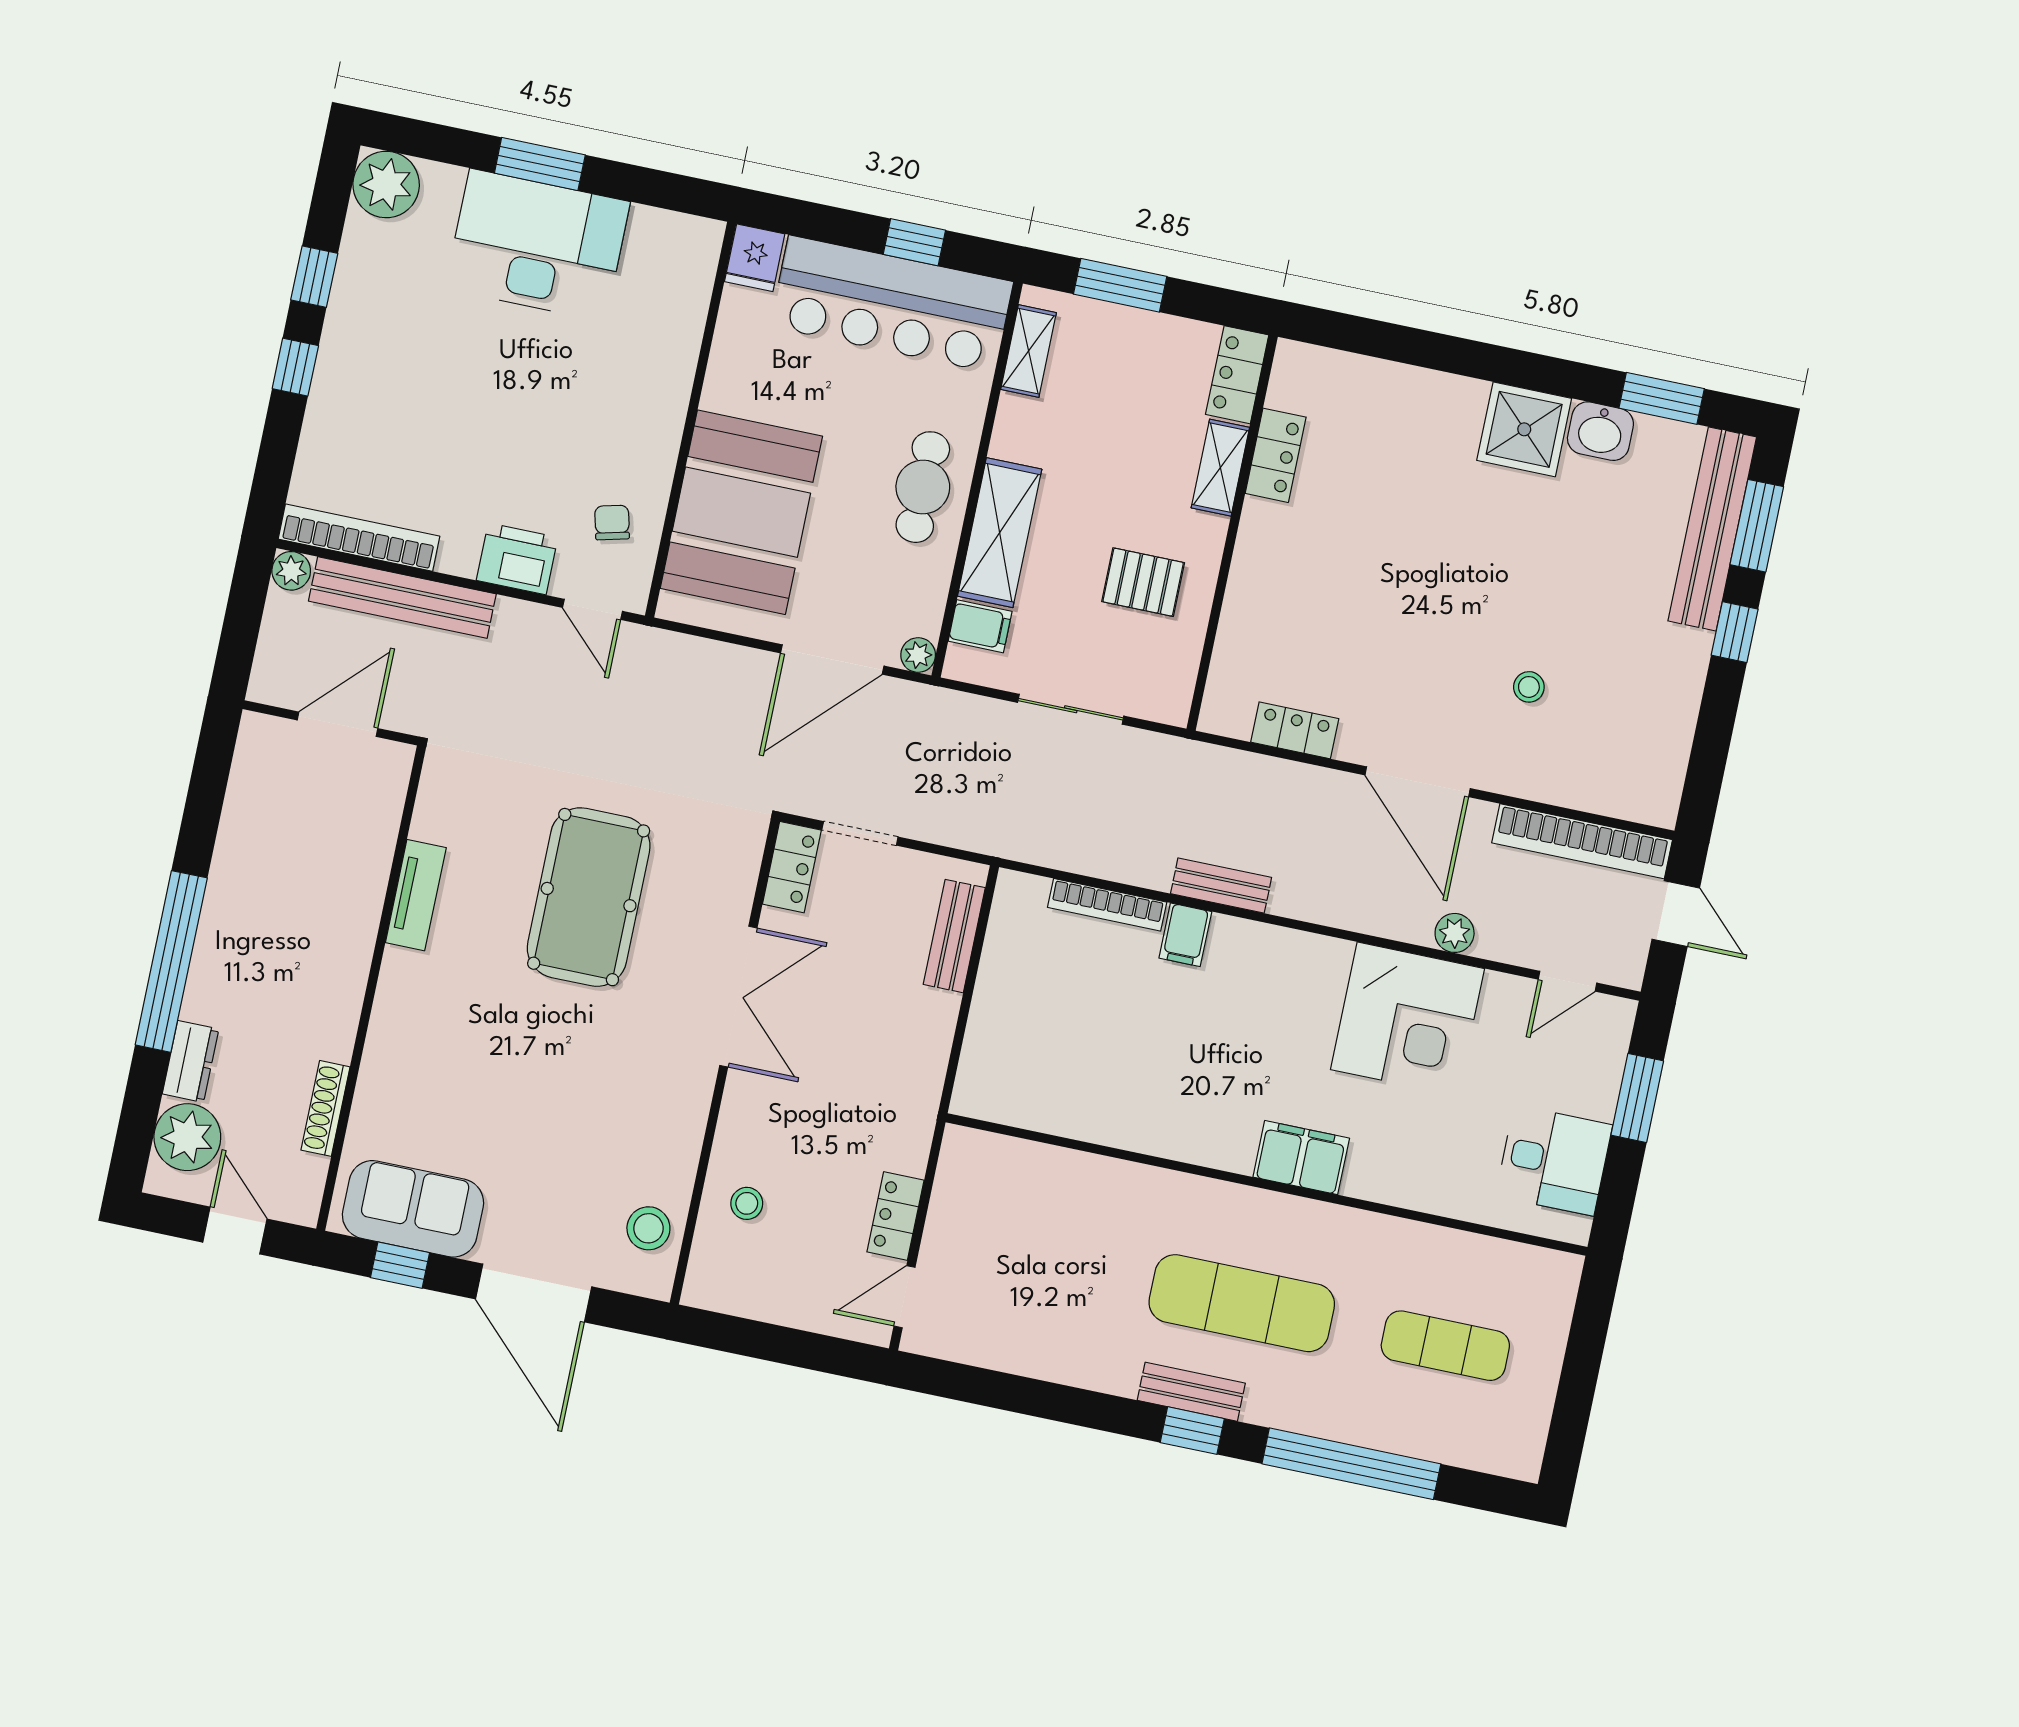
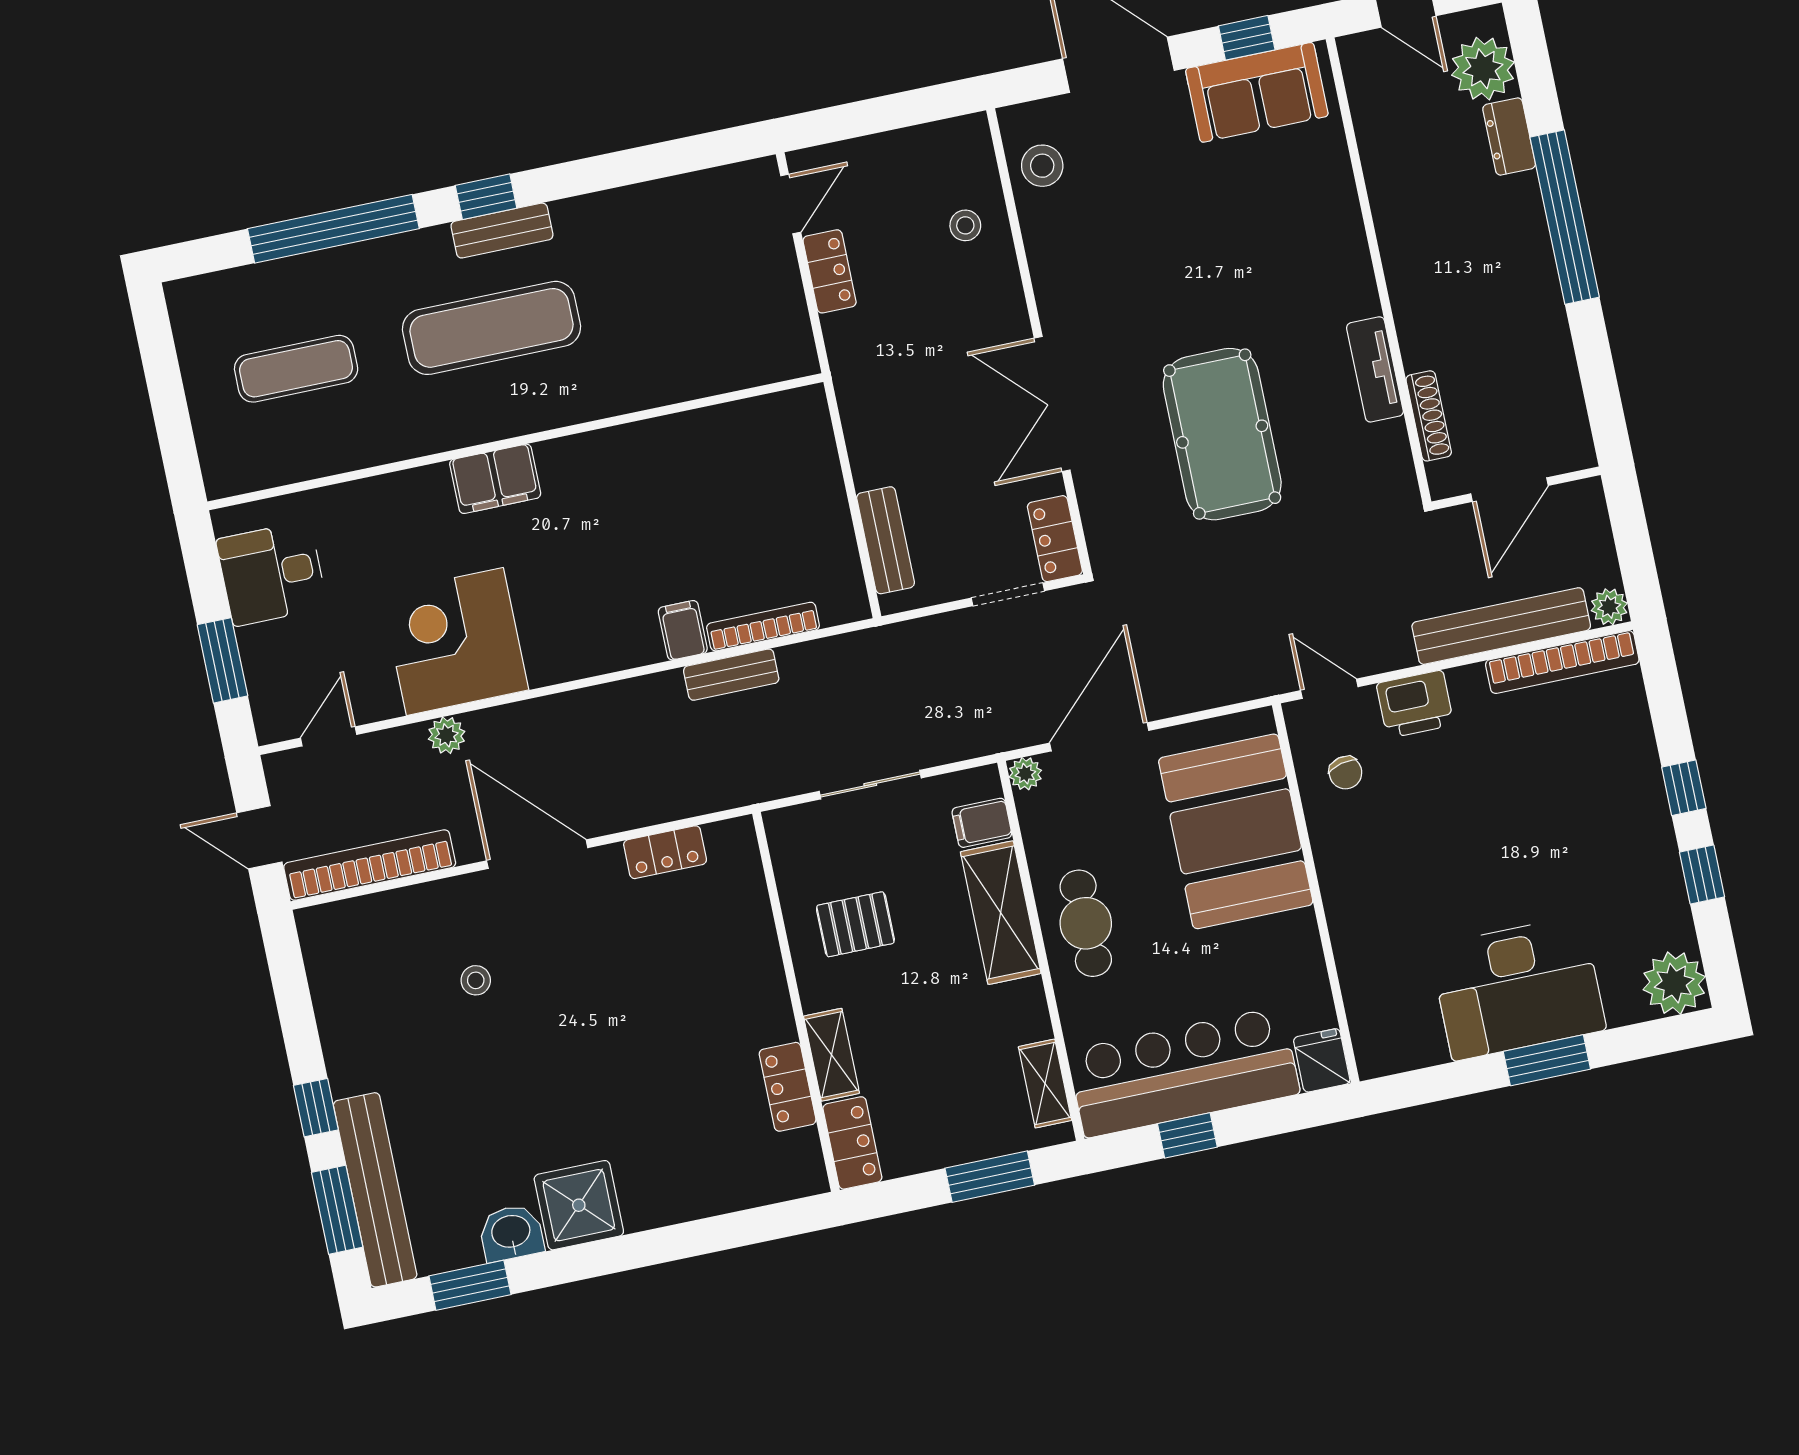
bench: (1221, 885) -> (731, 675), moved
shoe rack: (325, 1108) -> (1429, 416), moved

